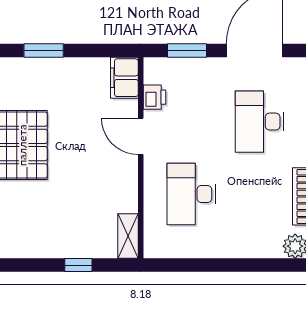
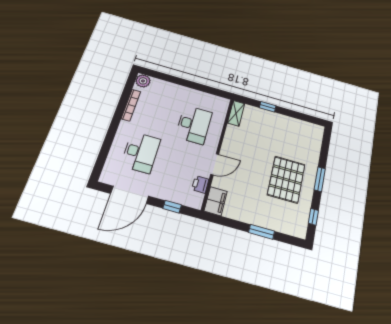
window: (187, 50) -> (172, 207), width x0.67
door: (141, 136) -> (215, 164), hinge flipped

